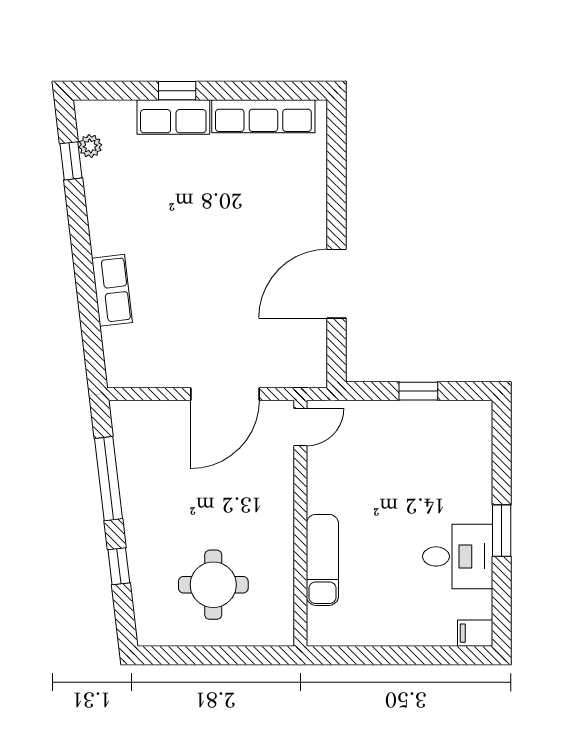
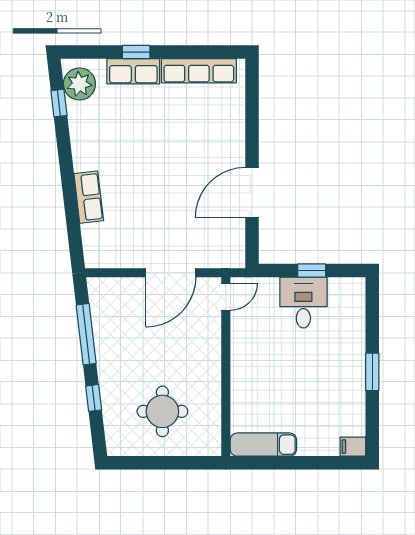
plant: (90, 146) -> (79, 84), width x1.87, depth x1.87
desk: (458, 556) -> (303, 303), moved, turned -90
exam couch: (322, 560) -> (263, 445), moved, turned -90

